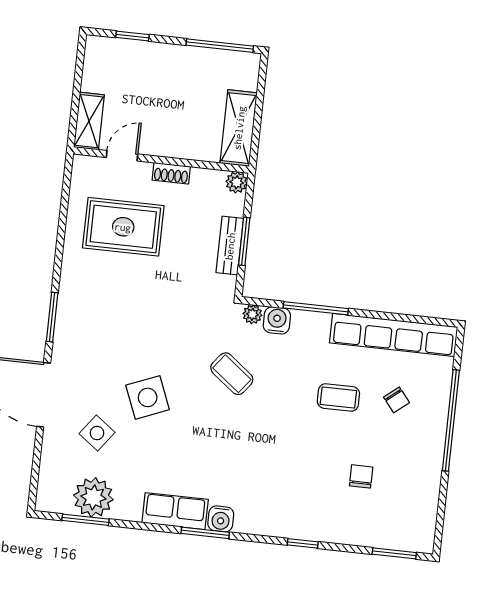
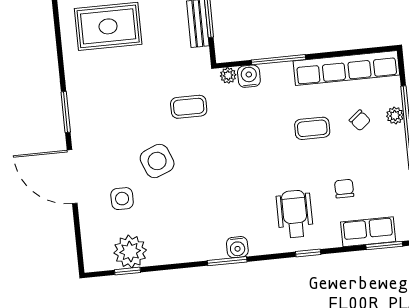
coffee table: (232, 374) -> (189, 107), moved, turned -38
plant: (439, 403) -> (395, 116), added
side table: (97, 433) -> (122, 199), turned -37
wheelchair: (297, 494) -> (295, 214), added
row of seats: (175, 511) -> (368, 232), moved
window: (85, 520) -> (128, 271), width x0.67

